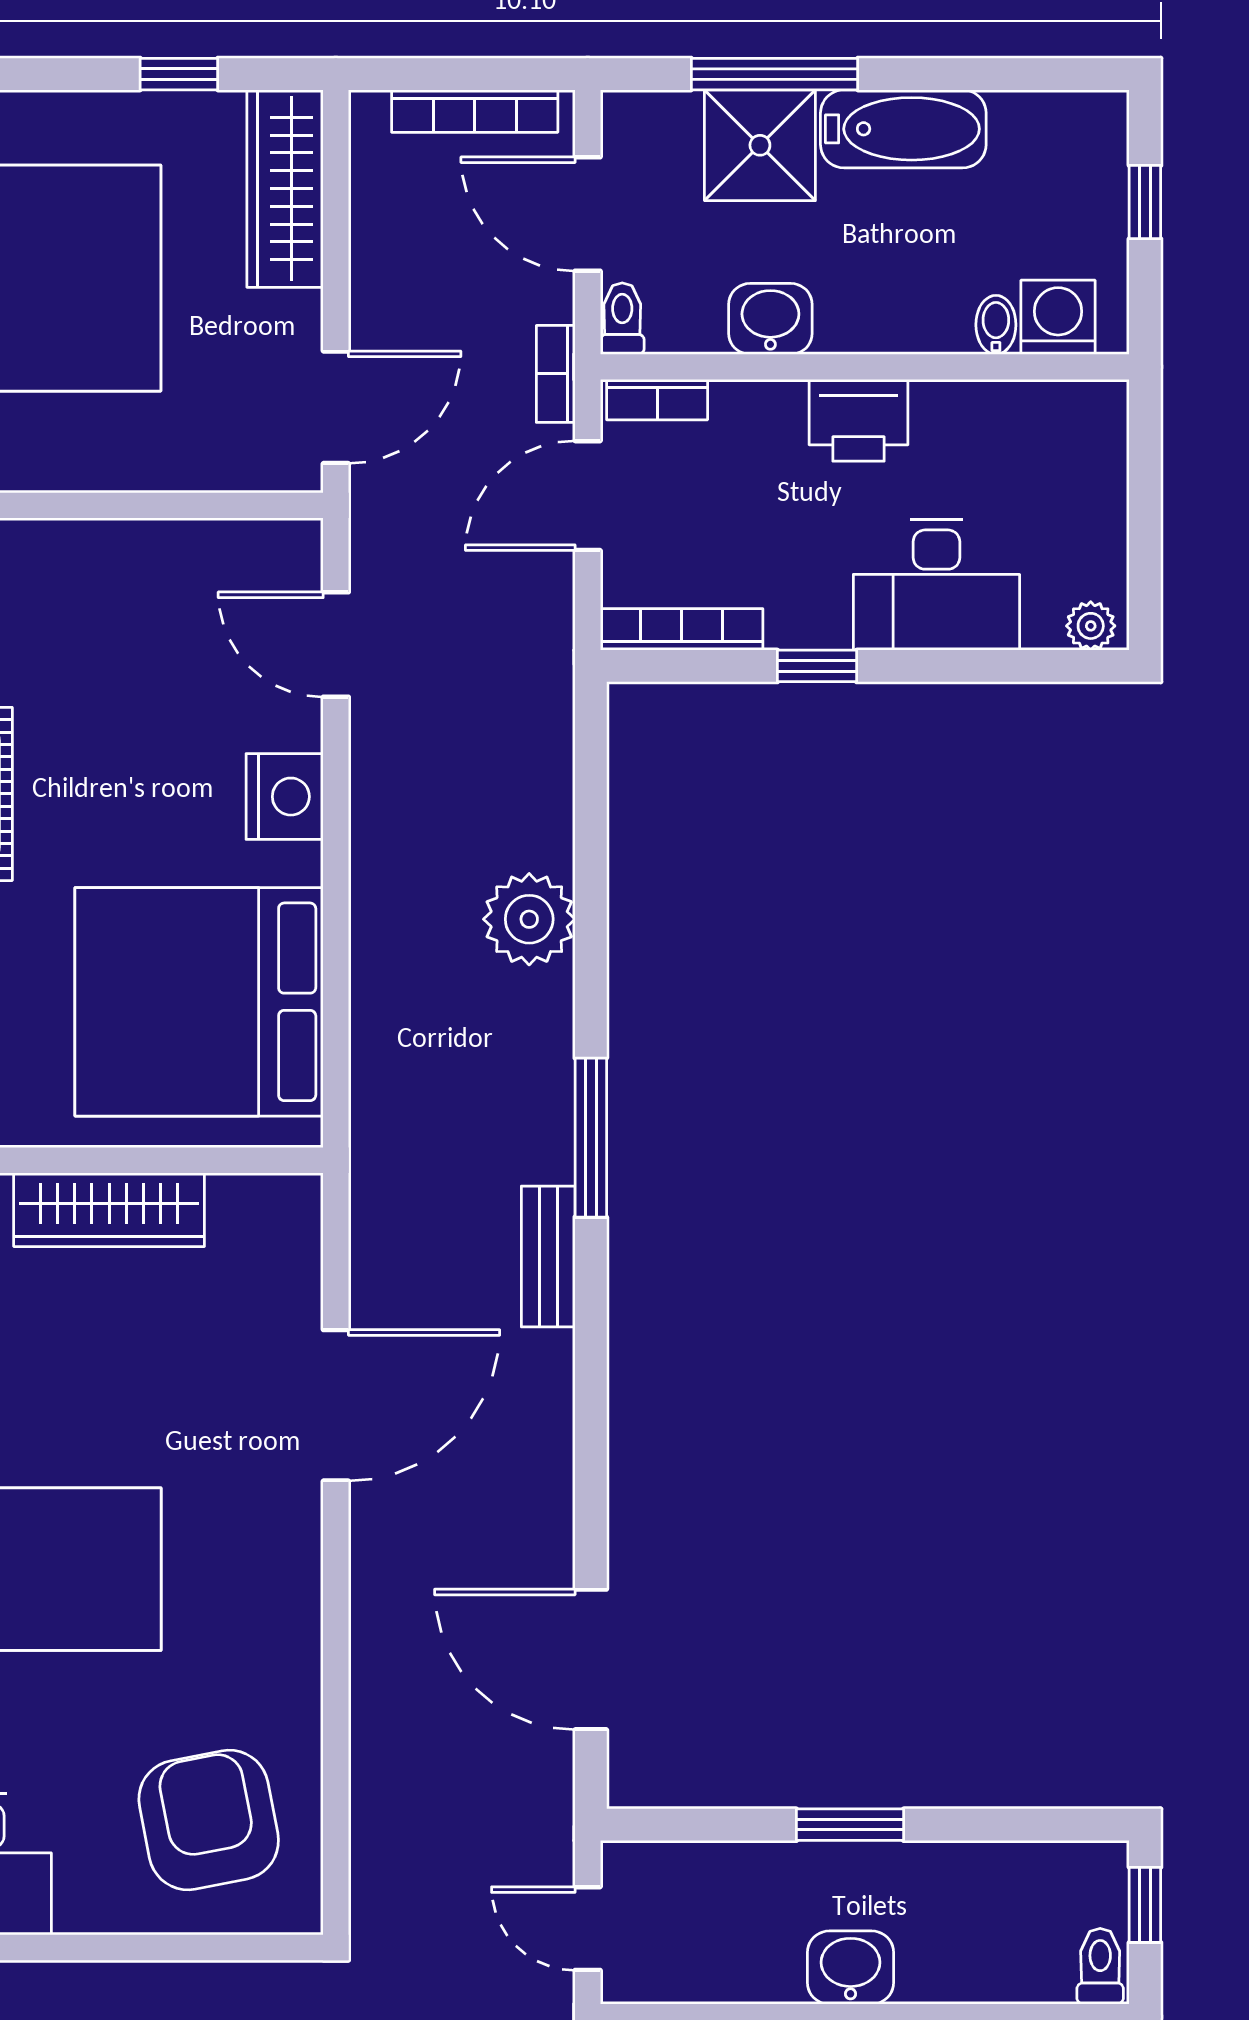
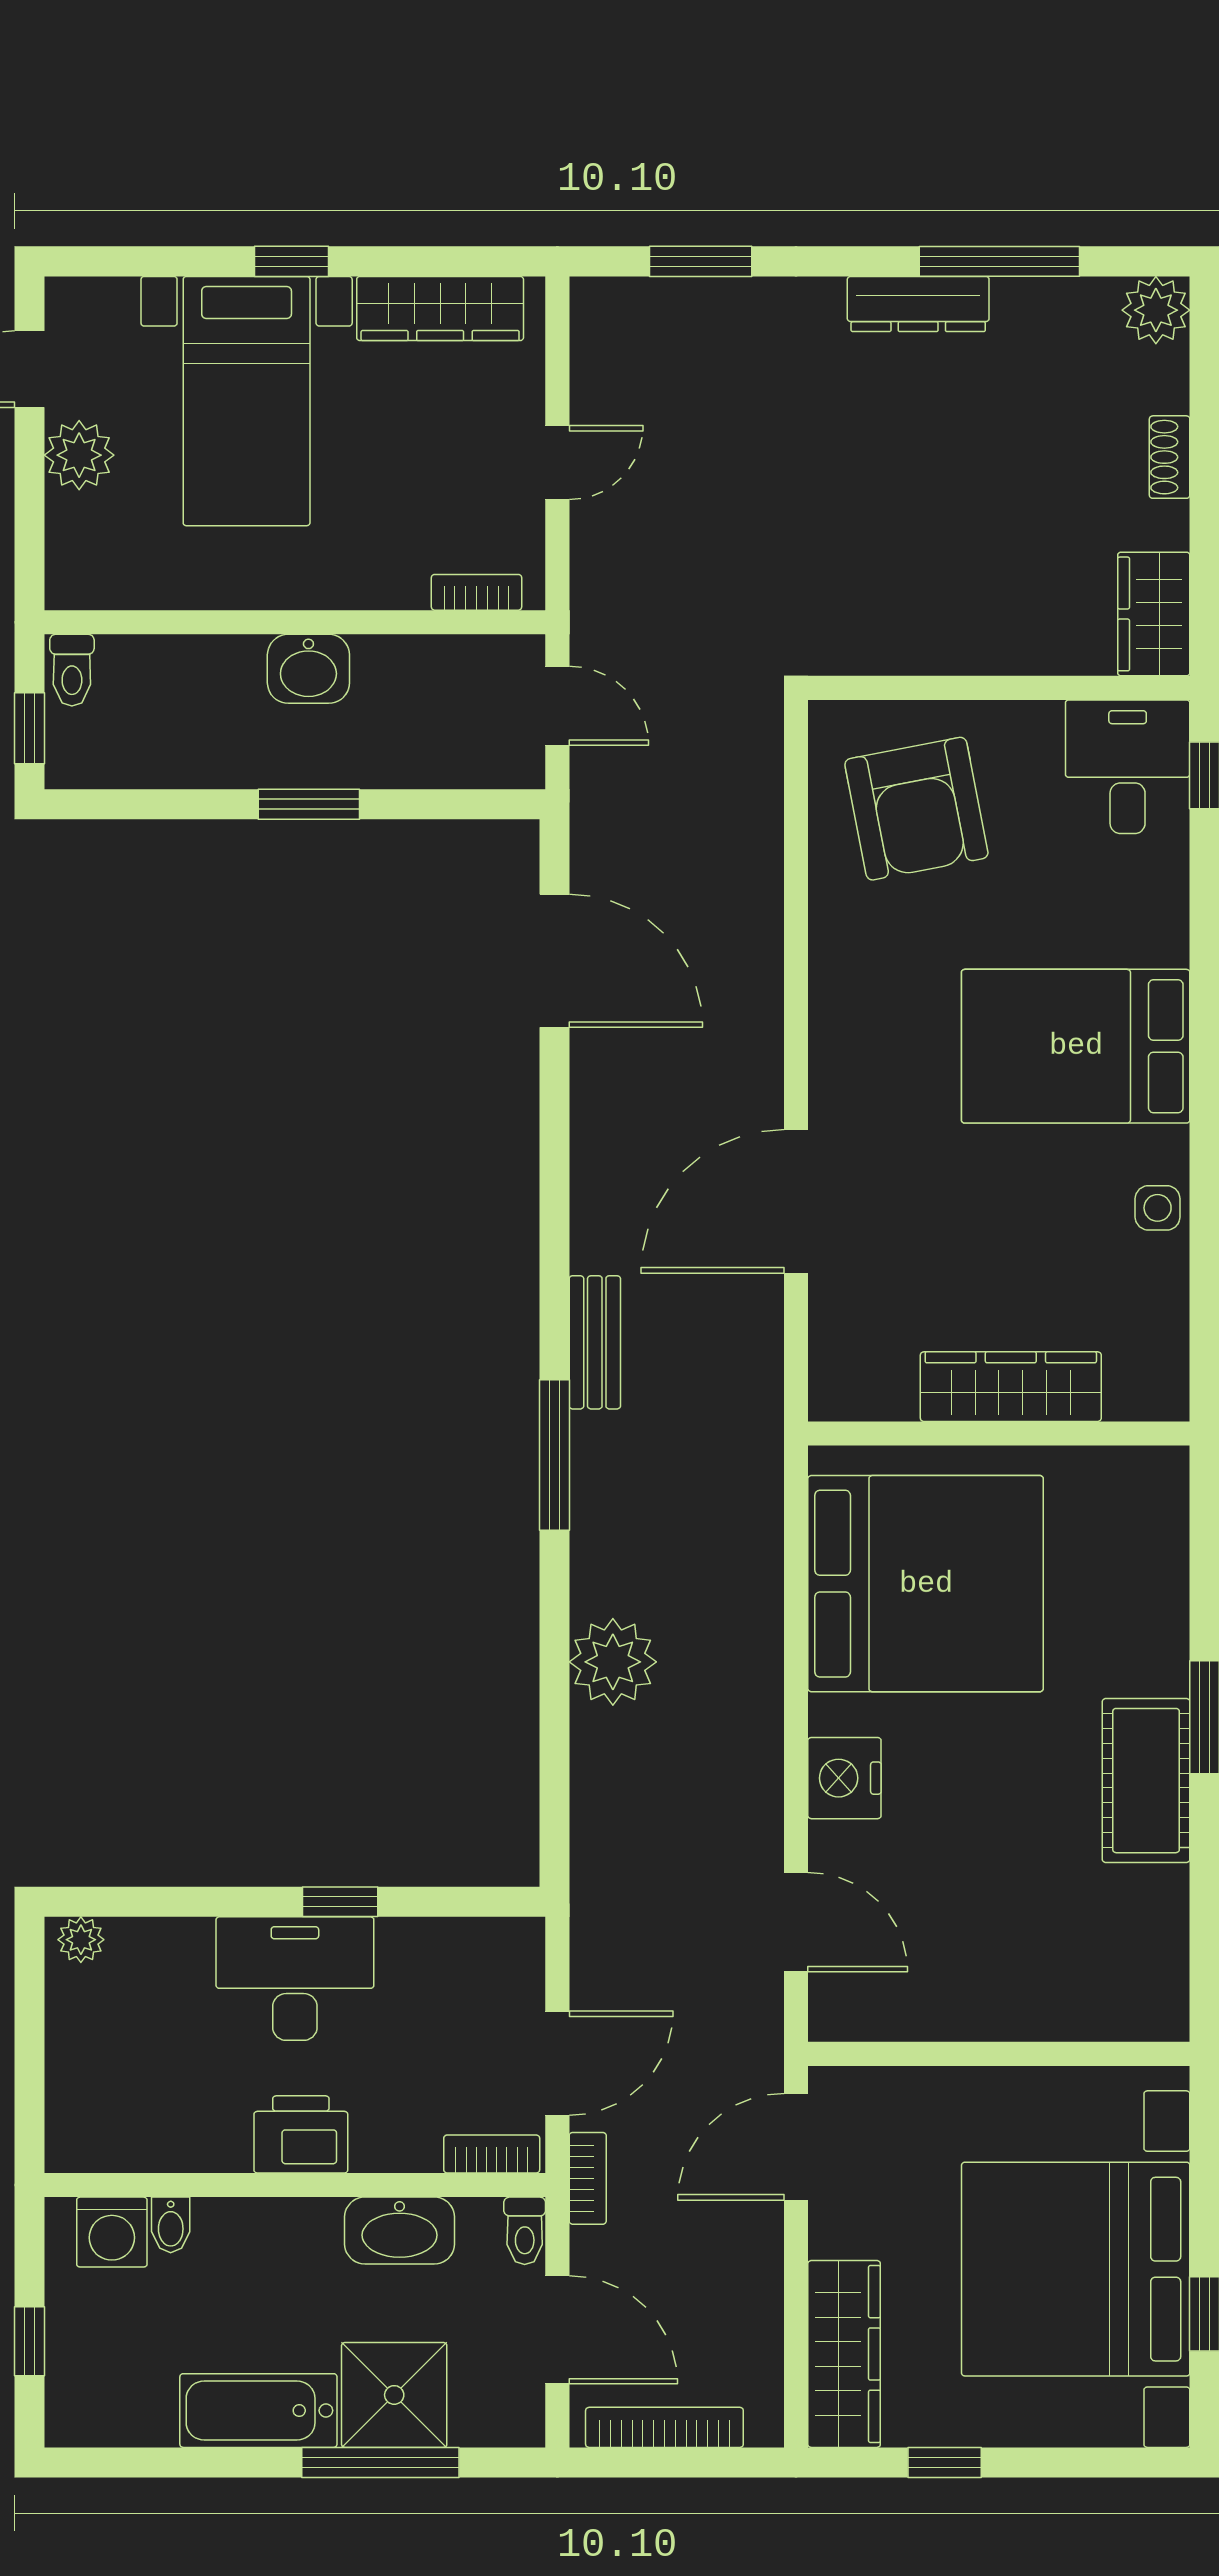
washbasin: (770, 319) -> (400, 2231), width x1.38
desk: (936, 585) -> (295, 1979), moved
bookcase: (682, 629) -> (468, 1936), removed

